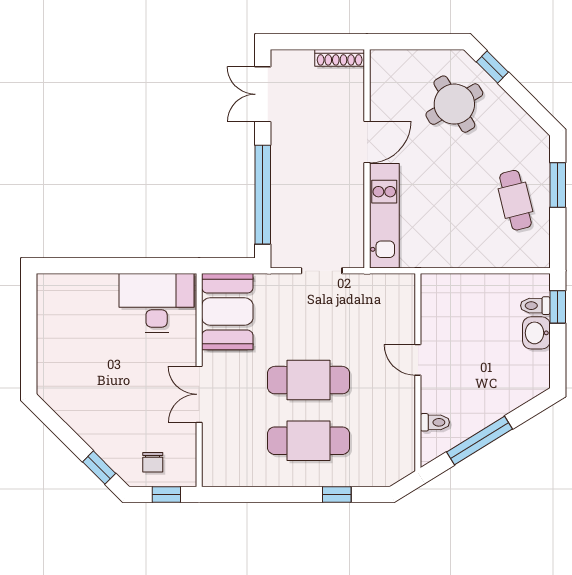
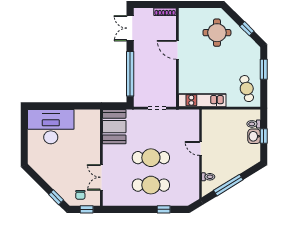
window: (492, 67) -> (247, 29), moved
round table: (454, 104) -> (217, 33), turned 31
door: (367, 142) -> (177, 50), swing flipped
cafe table: (515, 200) -> (247, 89), moved
kitchen unit: (384, 216) -> (202, 100), moved, turned -90
desk: (157, 303) -> (51, 127), moved, width x1.36, depth x1.30
window: (558, 307) -> (264, 136), moved
double door: (199, 394) -> (101, 177), moved

